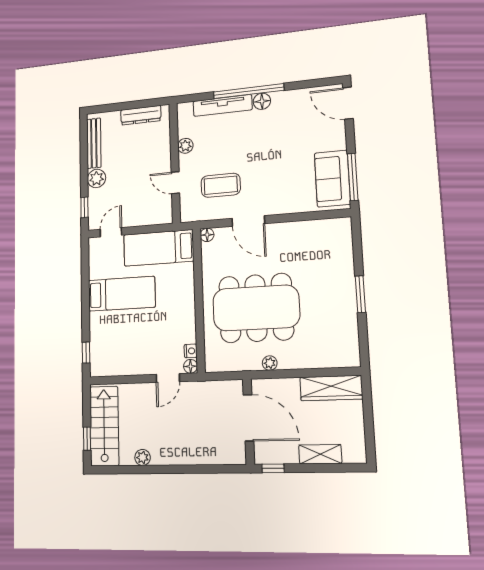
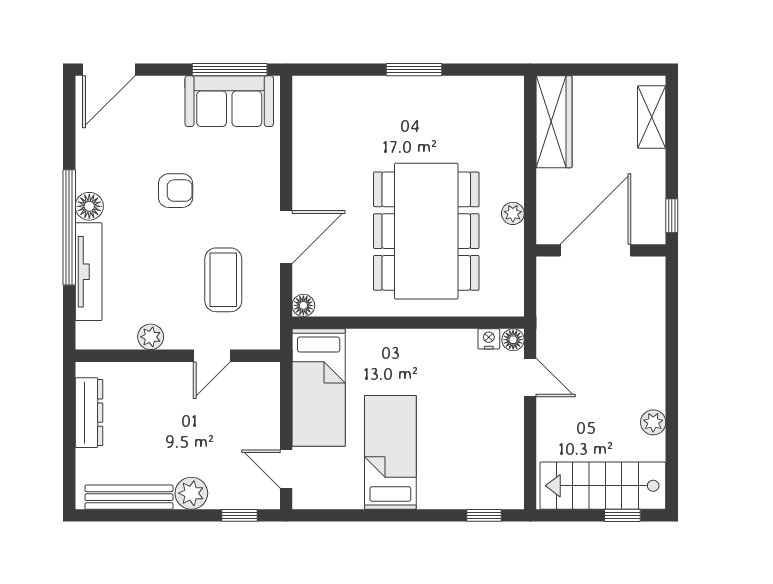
armchair: (274, 151) -> (176, 191), added
shelving: (320, 454) -> (652, 117), moved

